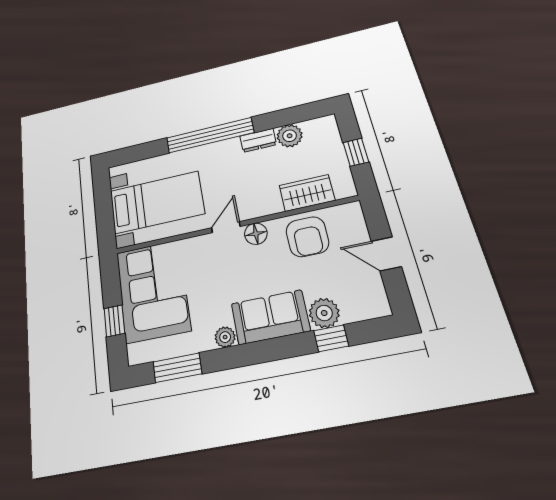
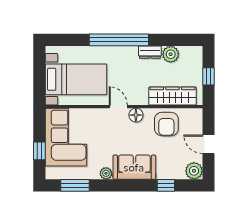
wardrobe: (307, 193) -> (173, 96), width x1.50
door: (226, 227) -> (118, 107), hinge flipped
plant: (324, 313) -> (194, 171), moved

